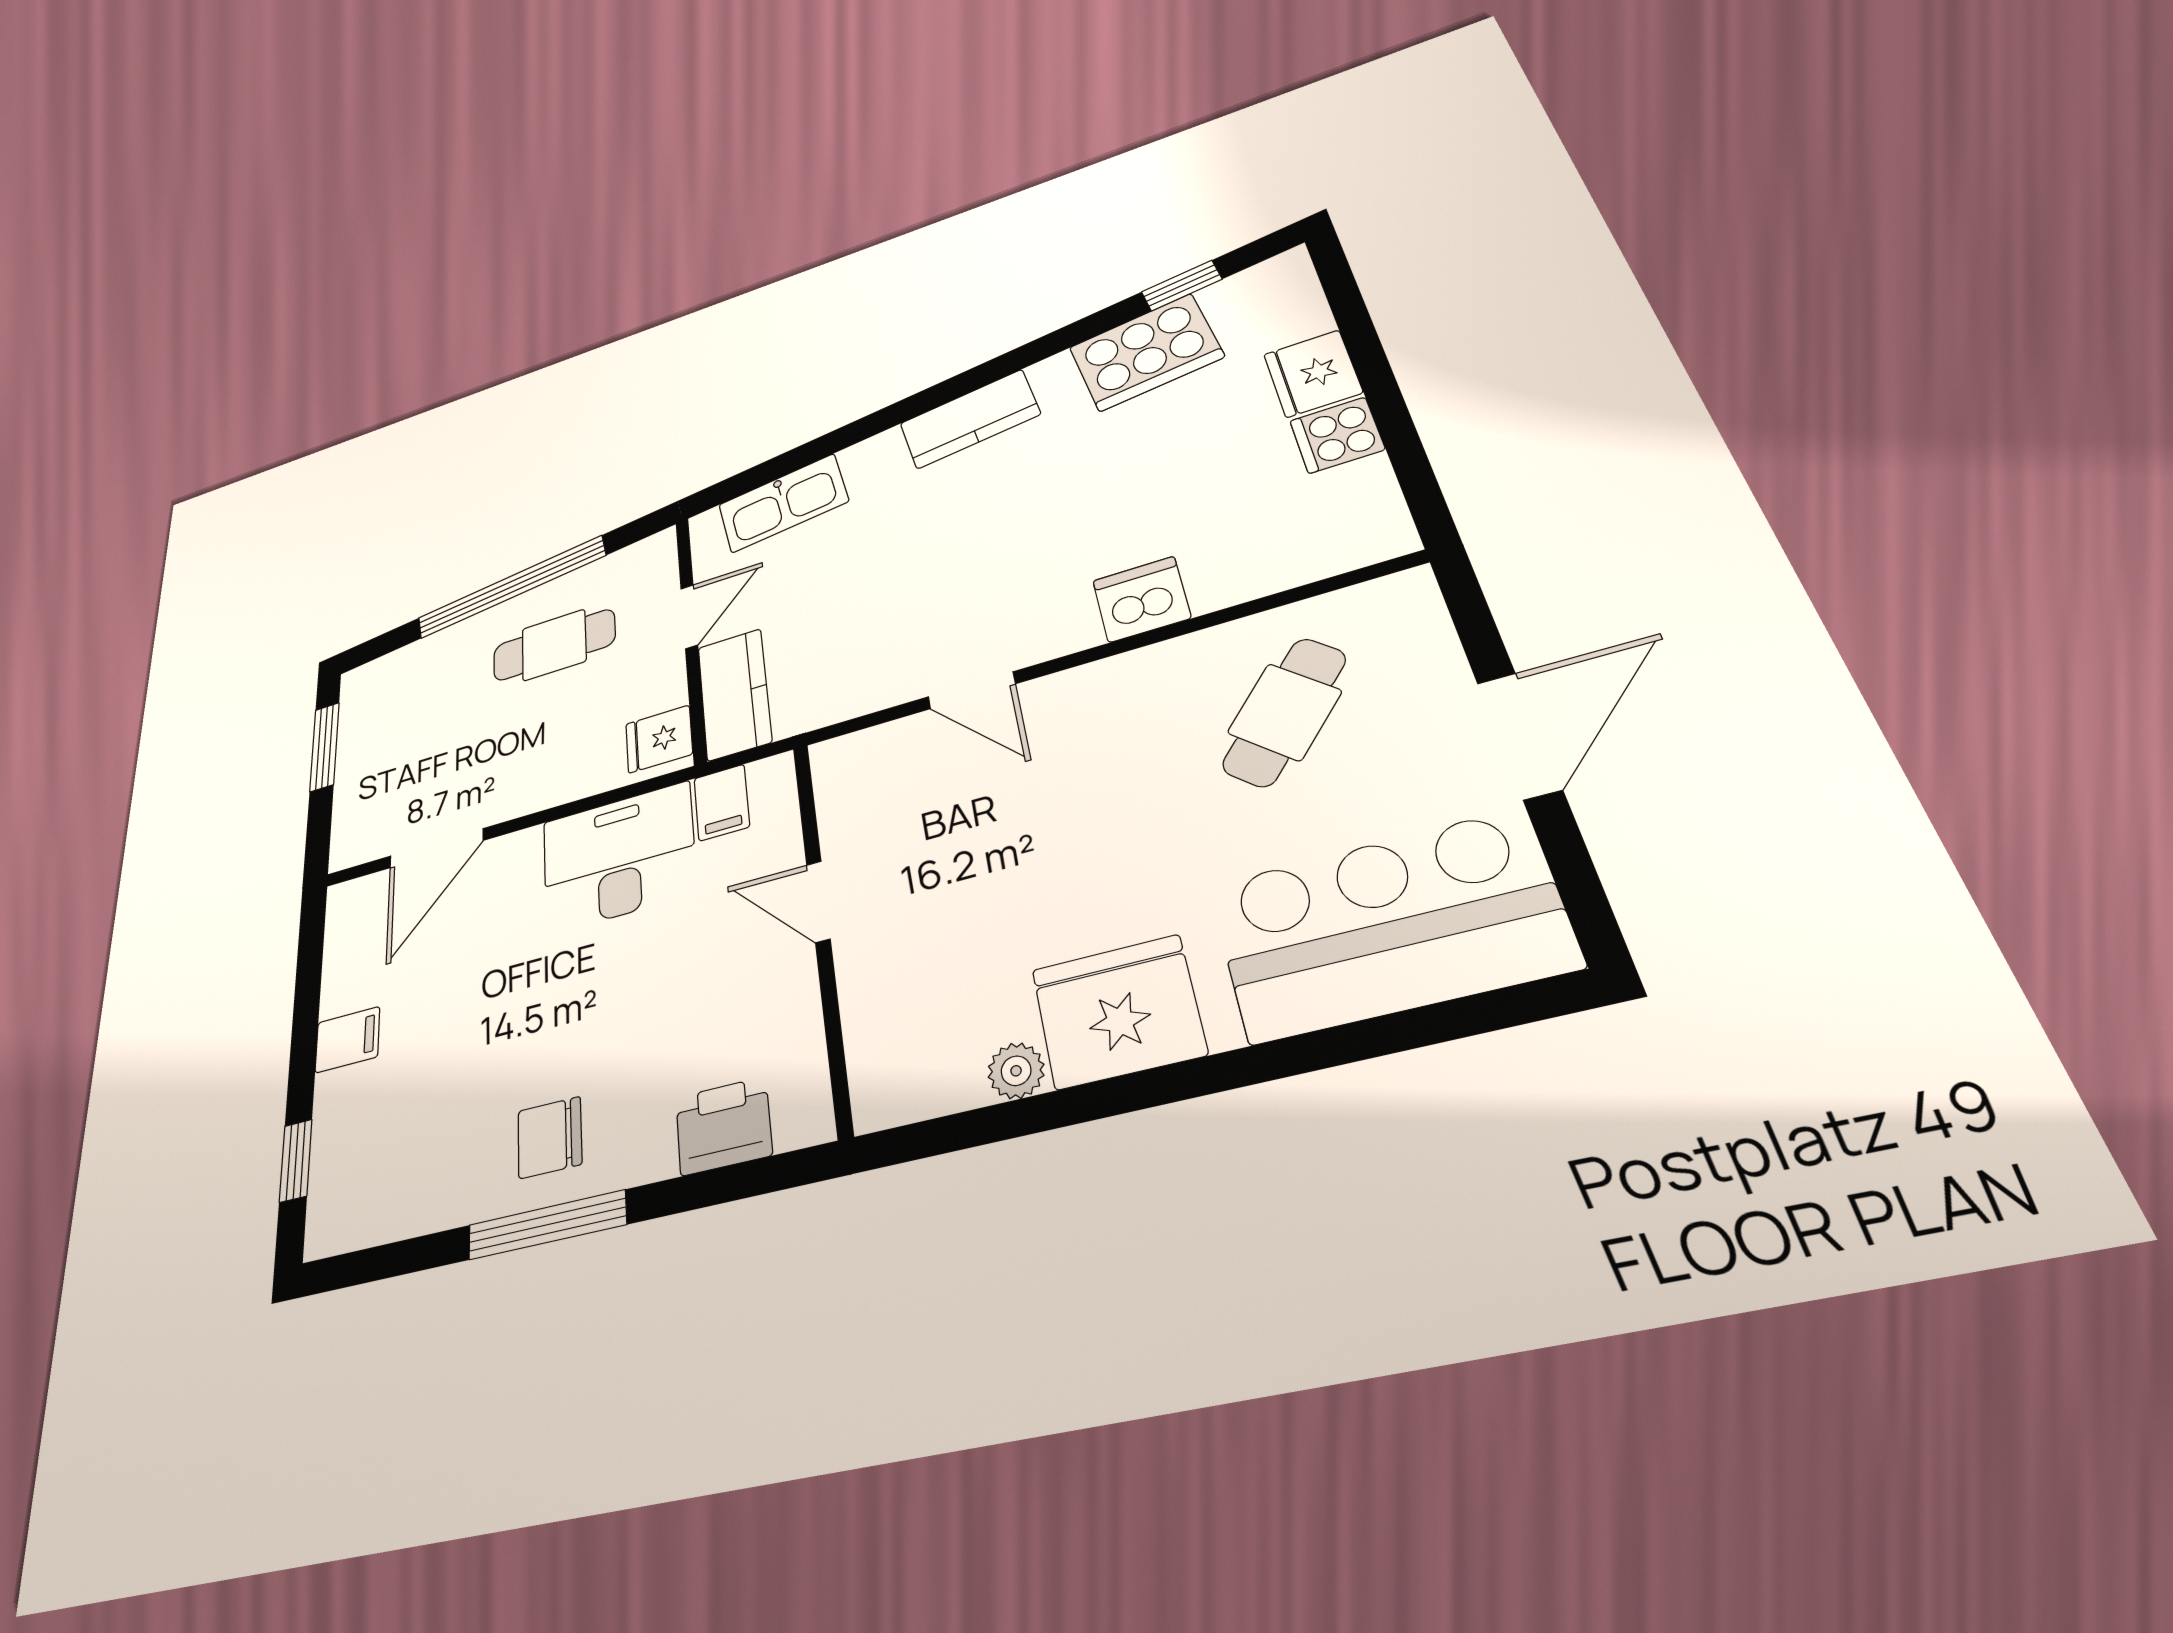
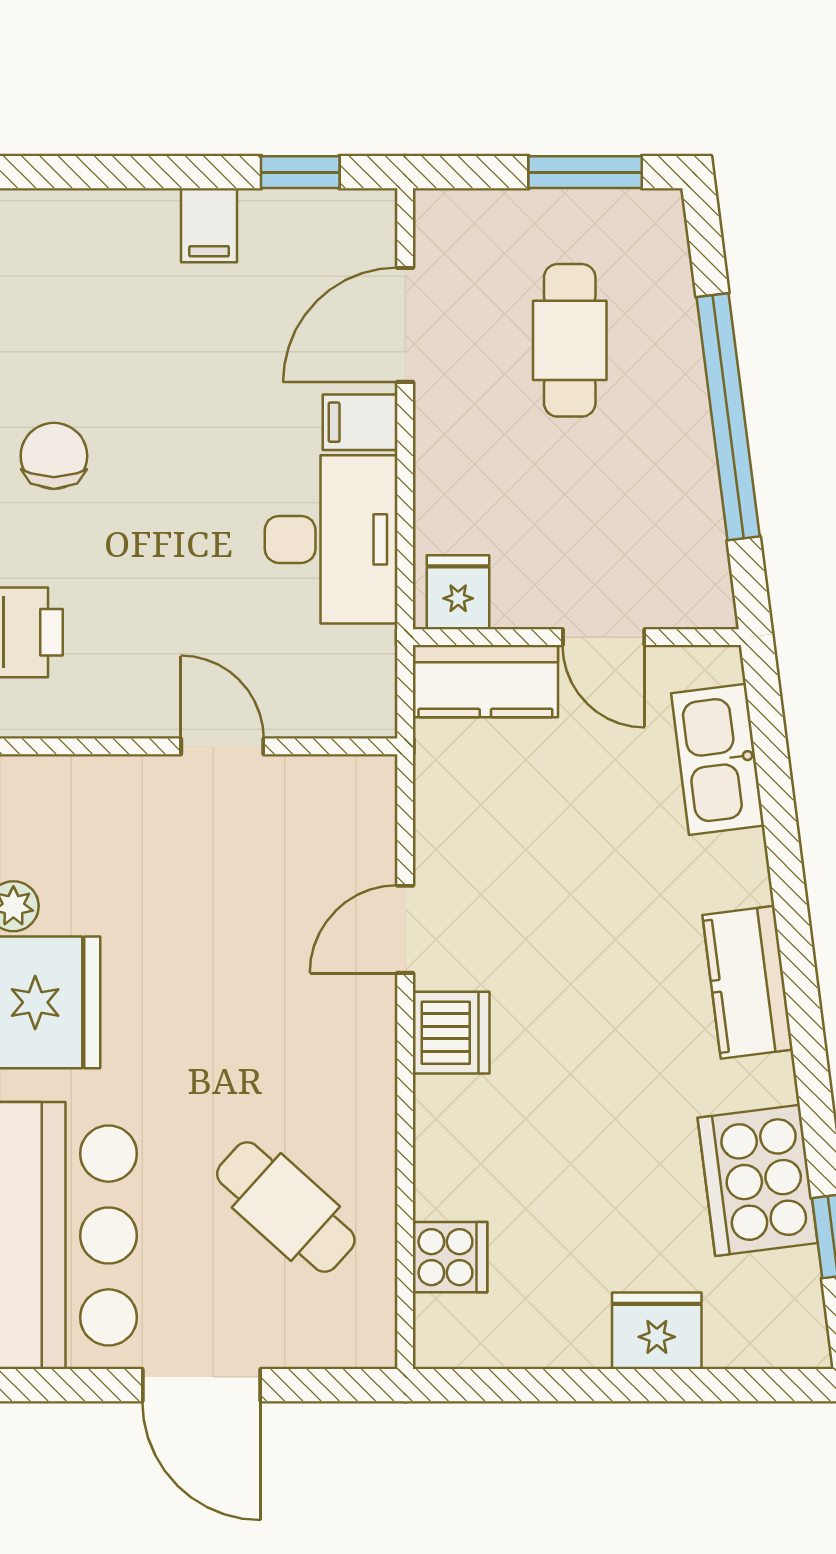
cooker: (1337, 435) -> (450, 1257), moved, turned 90
dishwasher: (1141, 599) -> (451, 1033), moved
cafe table: (554, 645) -> (570, 340), moved
filing cabinet: (722, 802) -> (360, 422), moved
door: (436, 848) -> (405, 325), hinge flipped
door: (818, 901) -> (222, 746), hinge flipped
window: (296, 1161) -> (300, 172), moved

